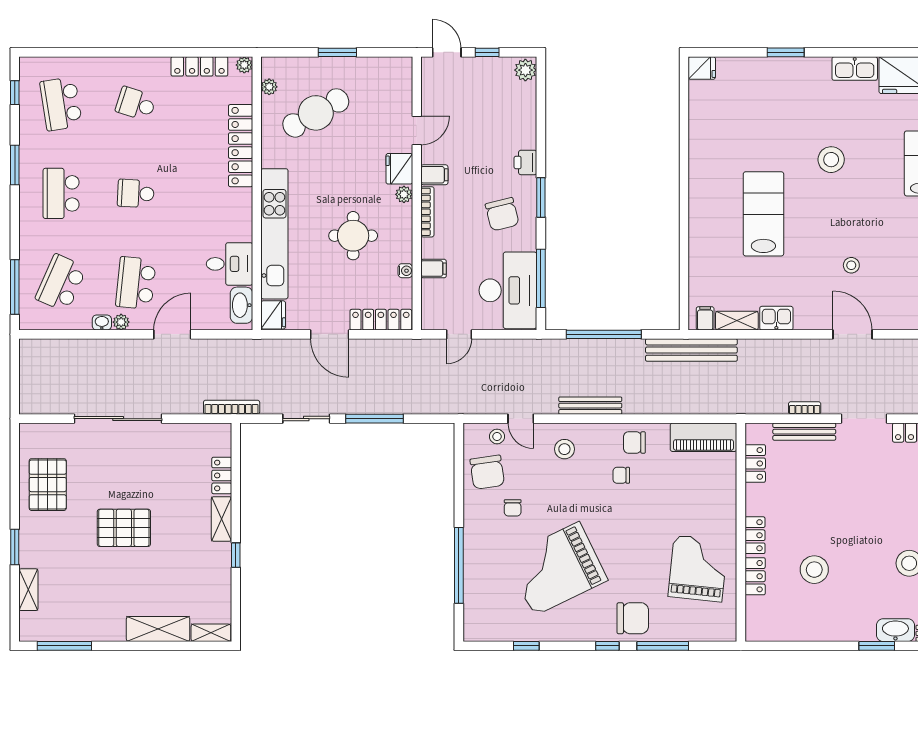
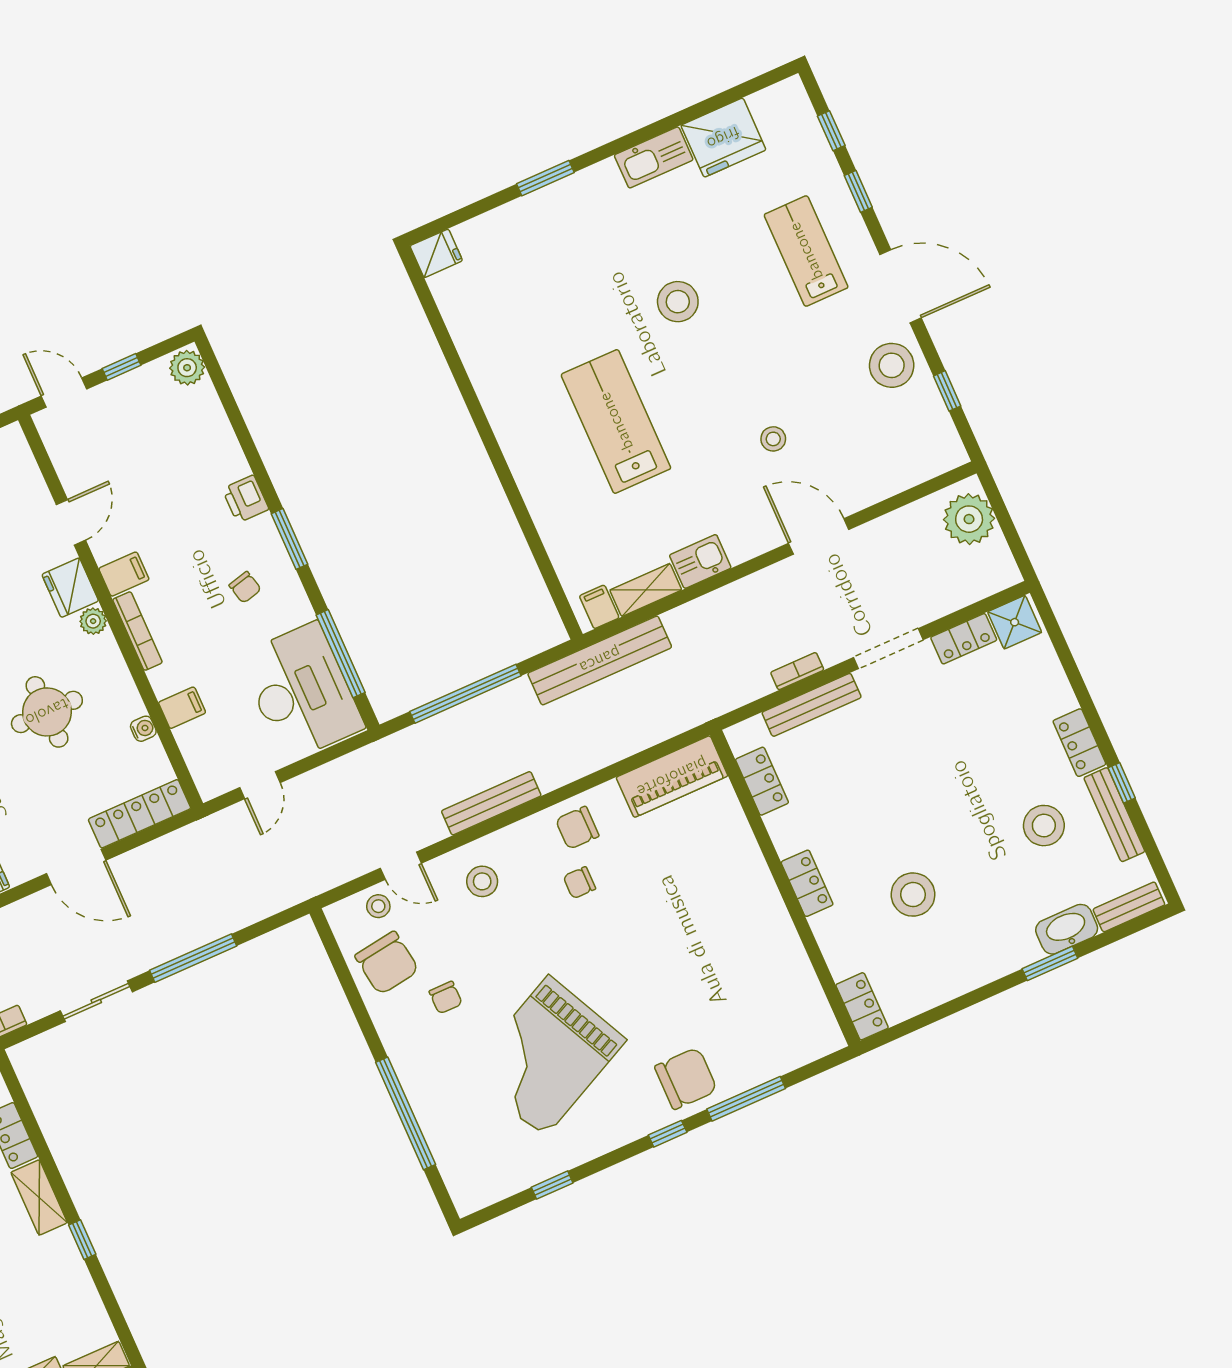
chair: (502, 214) -> (245, 587), width x0.54, depth x0.54
grand piano: (698, 569) -> (747, 967), removed
locker: (755, 576) -> (862, 1006), moved

